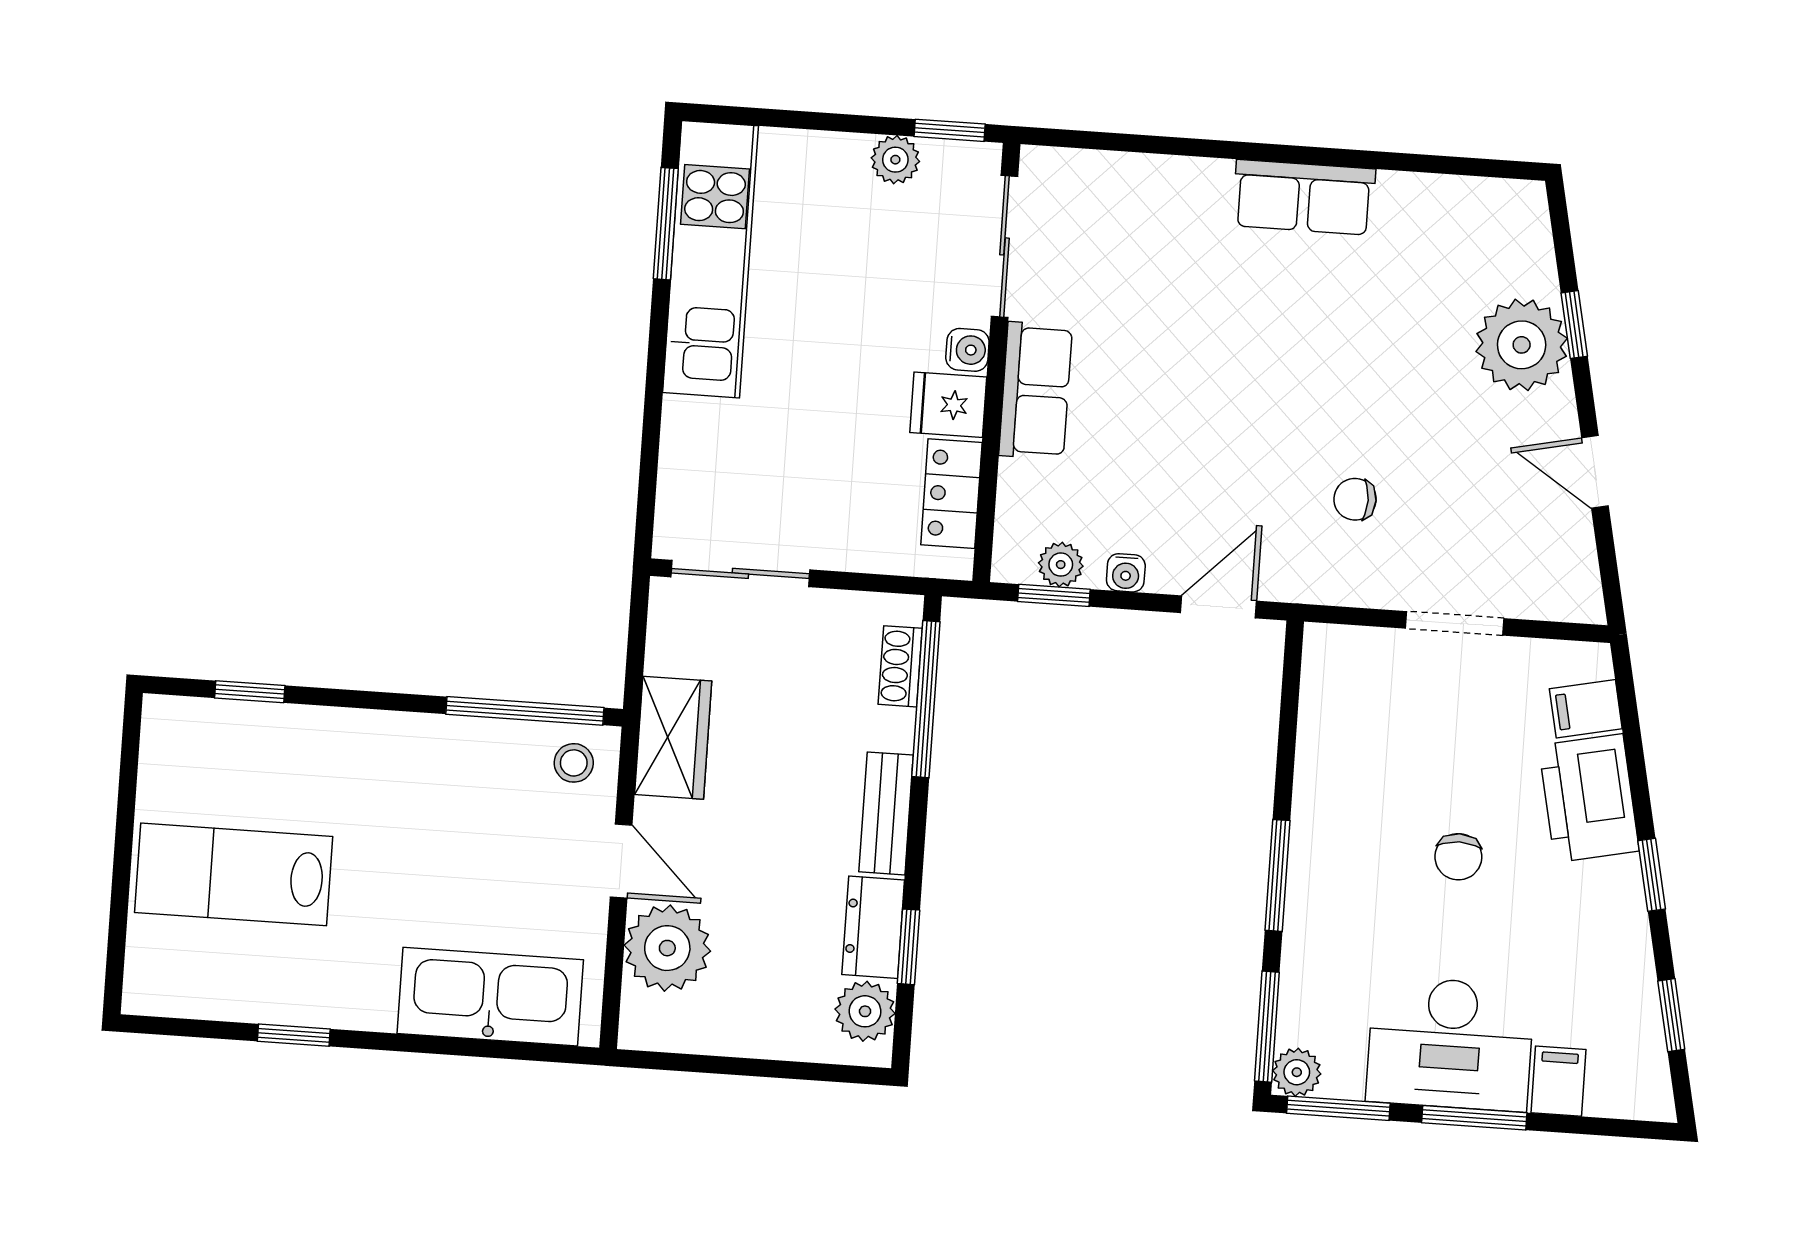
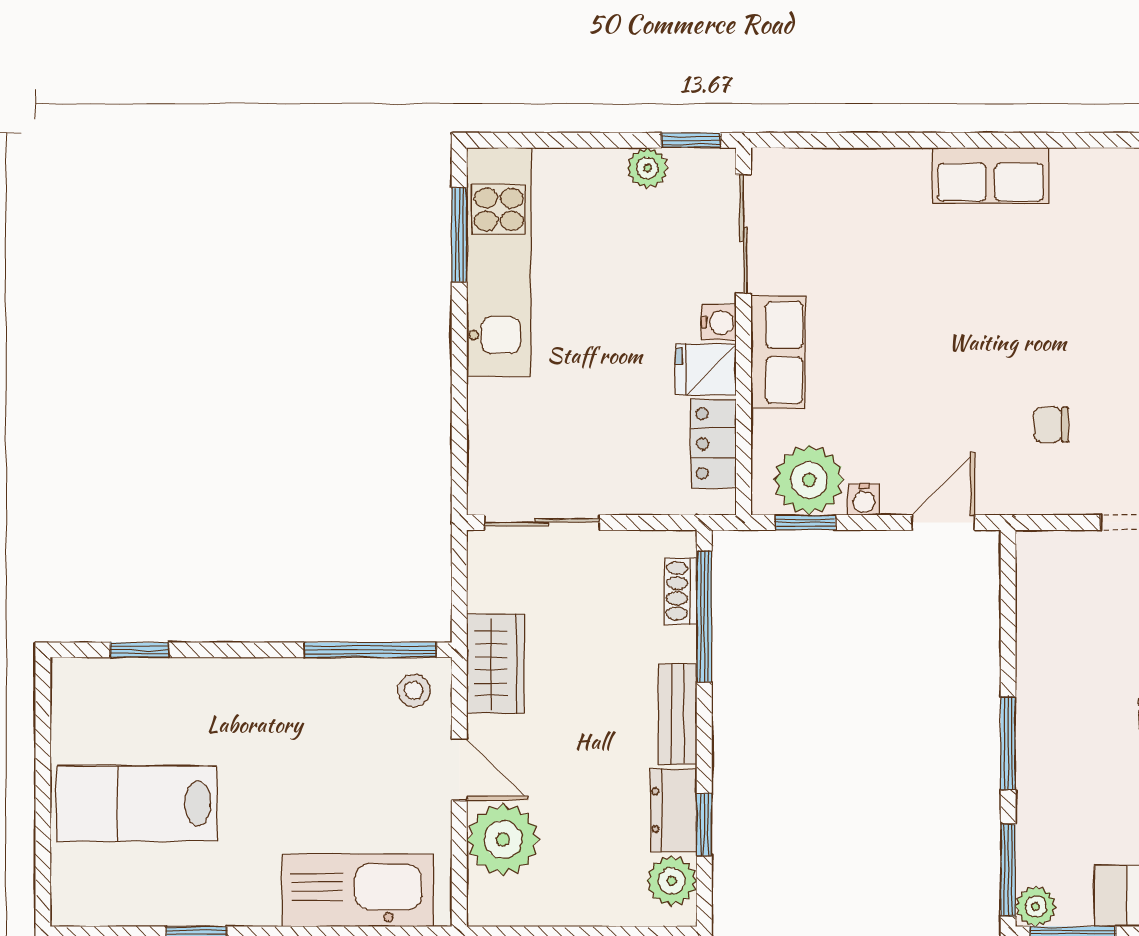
plant: (1061, 565) -> (809, 480), width x1.88, depth x1.88

